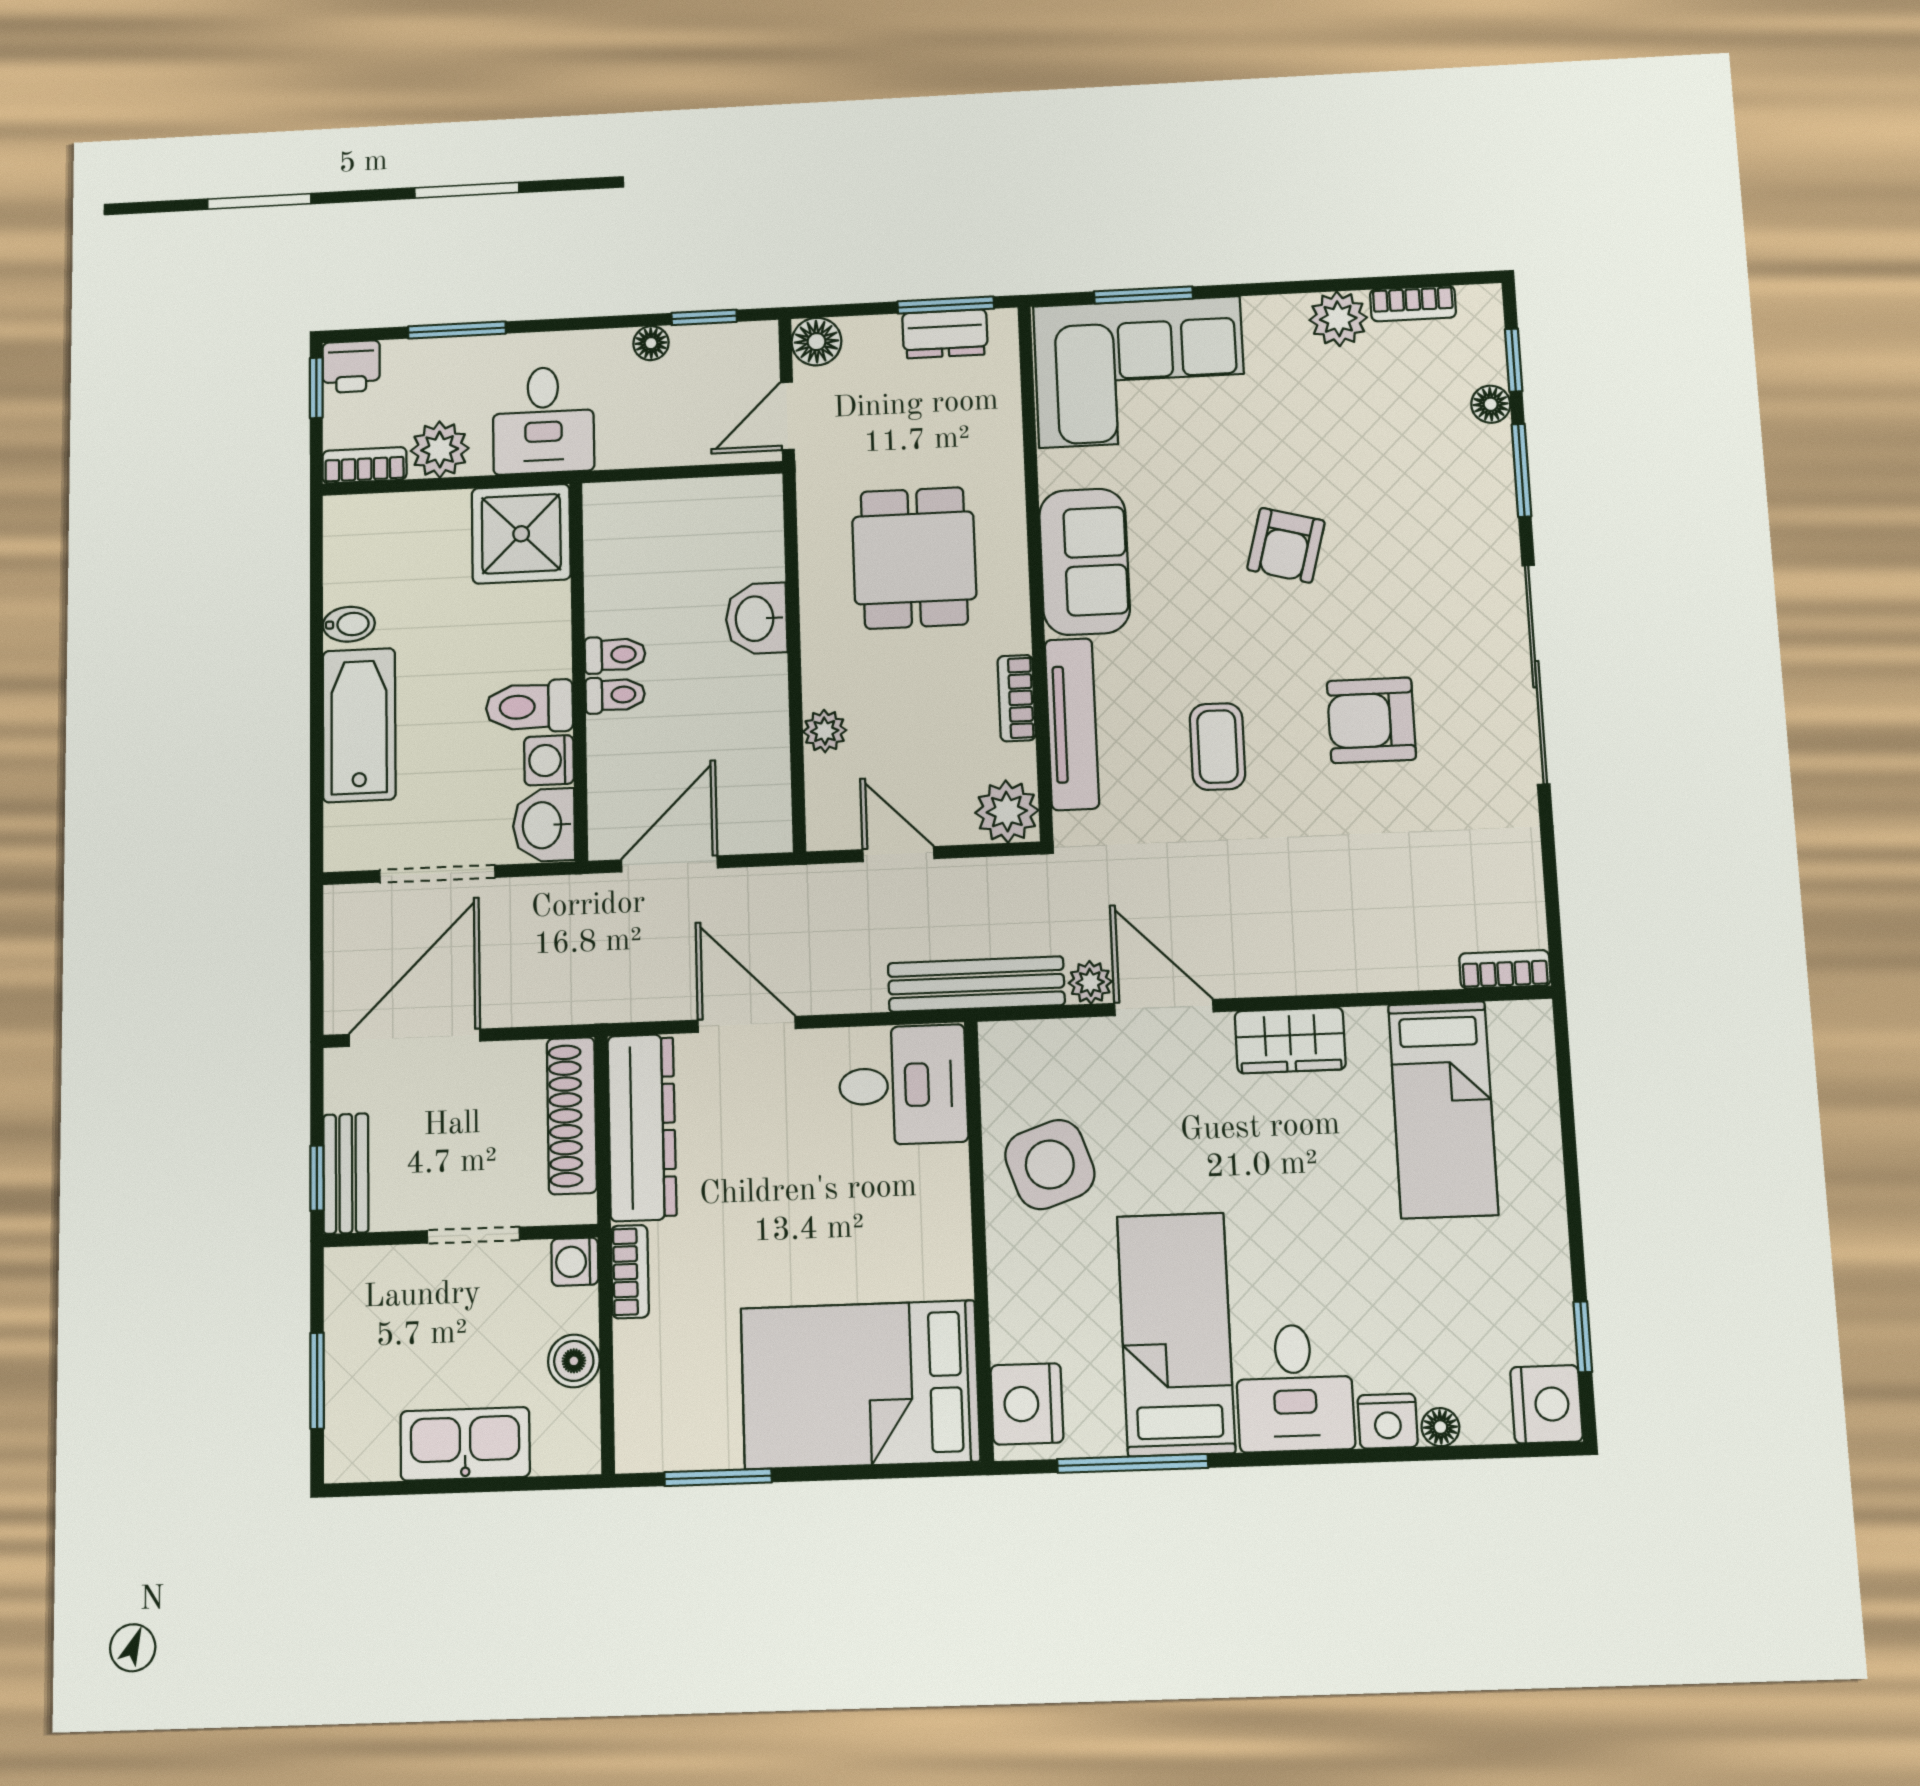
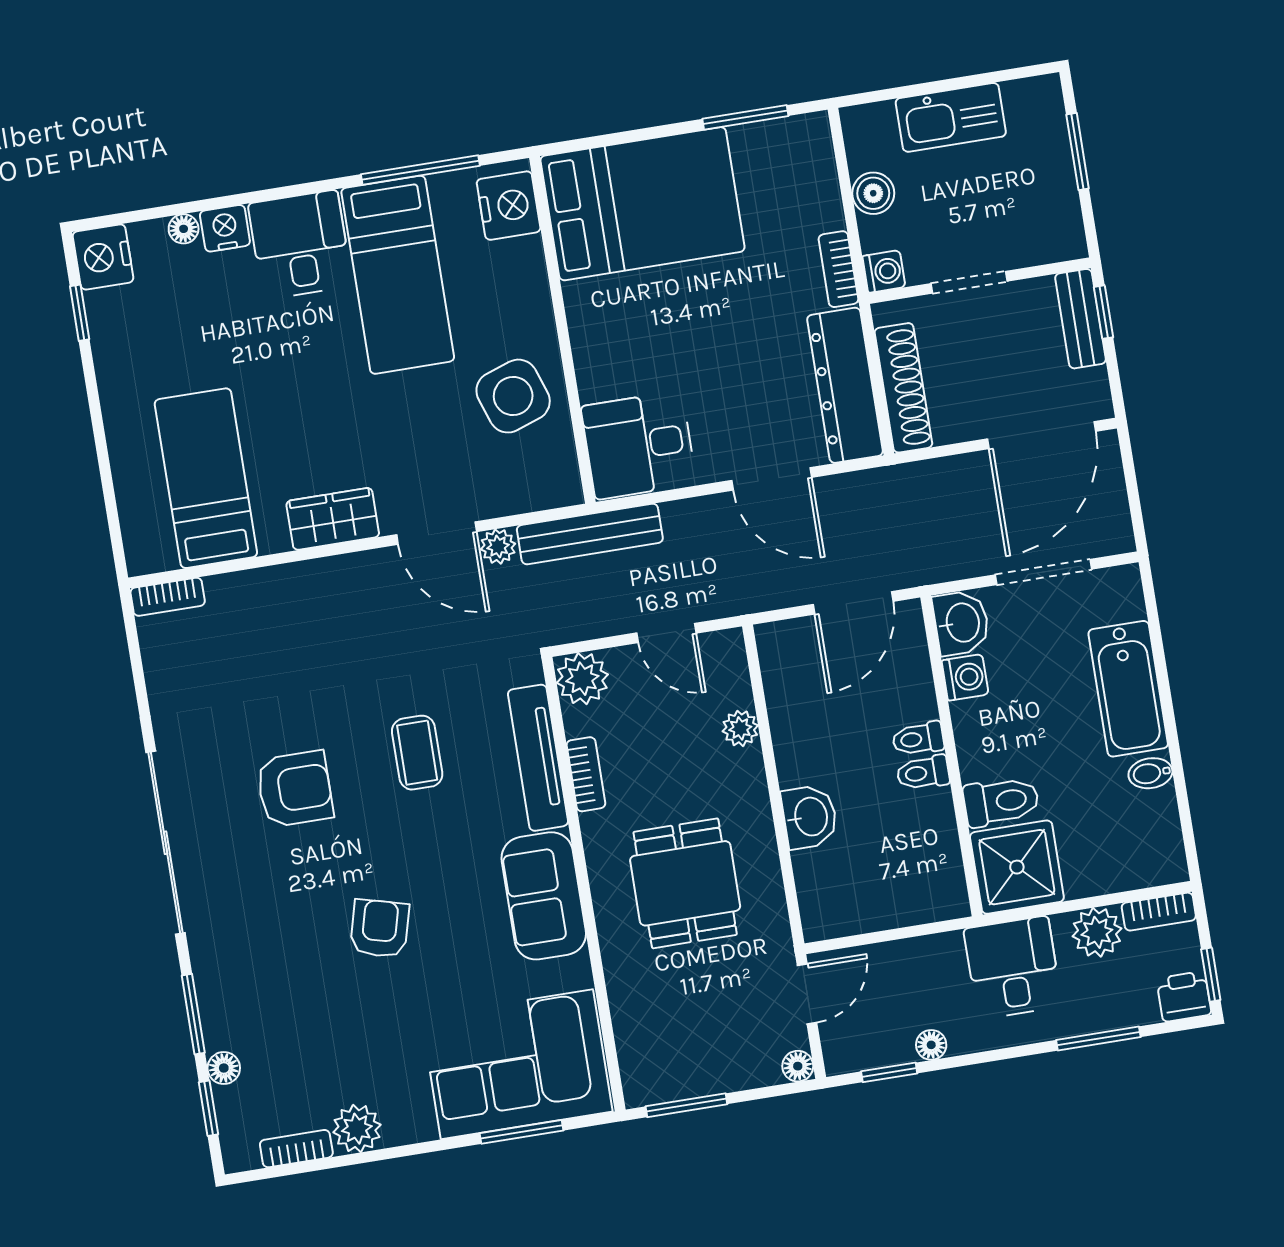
dresser: (945, 334) -> (684, 1080), removed
floor lamp: (817, 342) -> (798, 1066), width x0.73, depth x0.73
toilet: (529, 707) -> (1001, 802), moved

